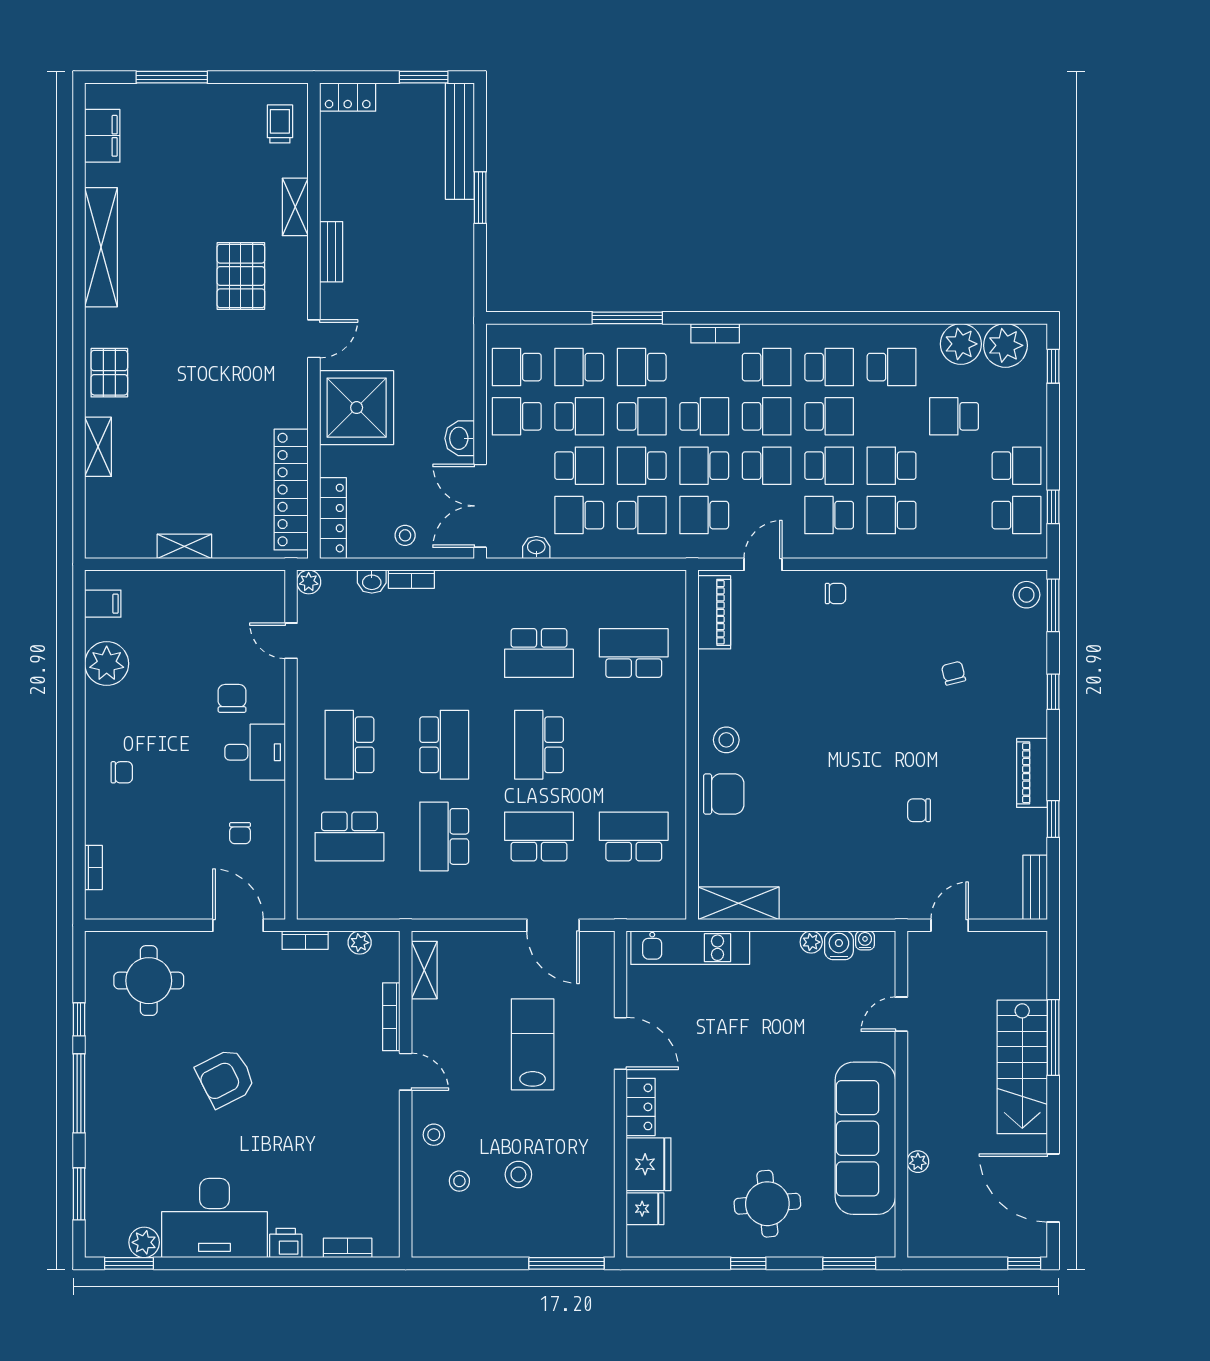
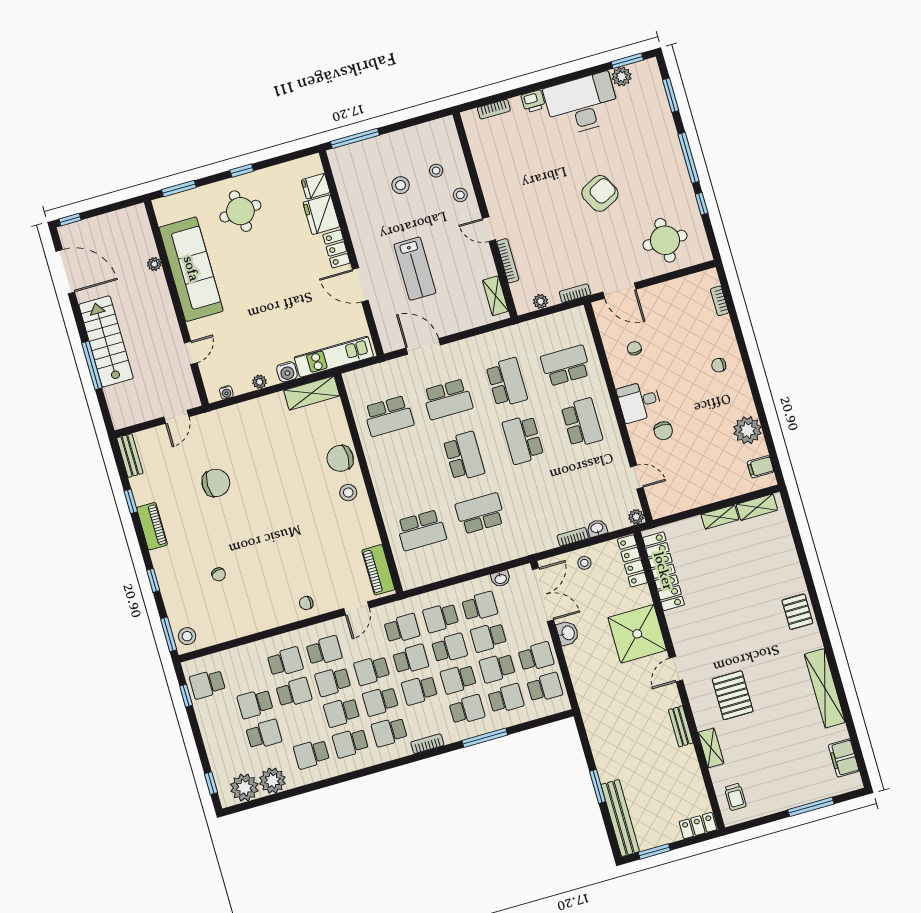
shelving: (98, 447) -> (757, 507), moved, turned 90
school desk: (1017, 466) -> (255, 704), moved
chair: (919, 810) -> (216, 483), width x1.87, depth x1.87
water cooler: (839, 945) -> (287, 372), moved

